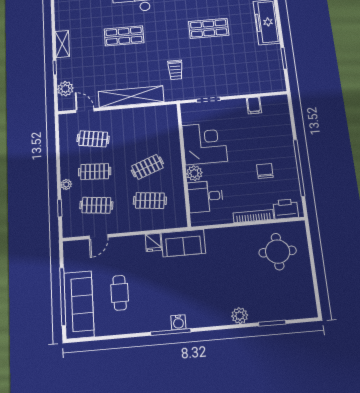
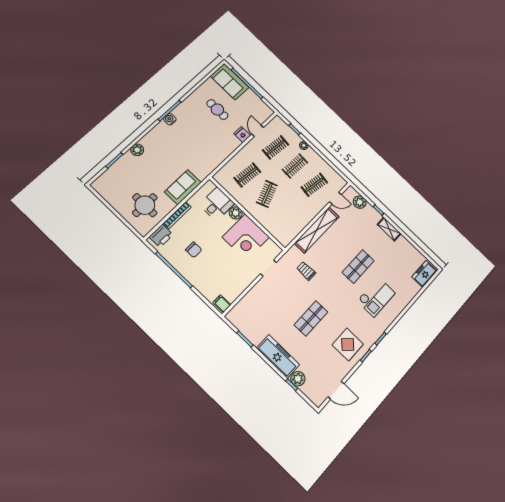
filing cabinet: (254, 105) -> (222, 304), moved
fridge: (153, 242) -> (242, 135), moved
sofa: (183, 243) -> (183, 187), moved
sofa: (79, 305) -> (230, 82), width x0.73

